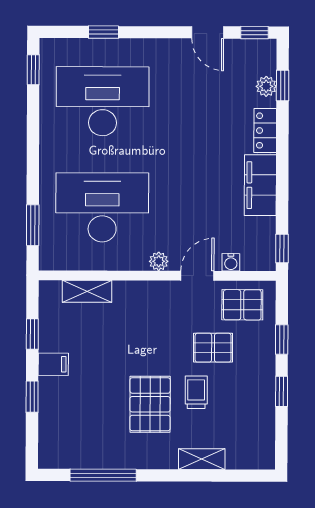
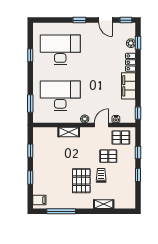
window: (104, 32) -> (79, 20), moved
window: (33, 70) -> (30, 55), moved
shelving: (87, 291) -> (69, 132), moved
filing cabinet: (53, 364) -> (39, 200), moved

